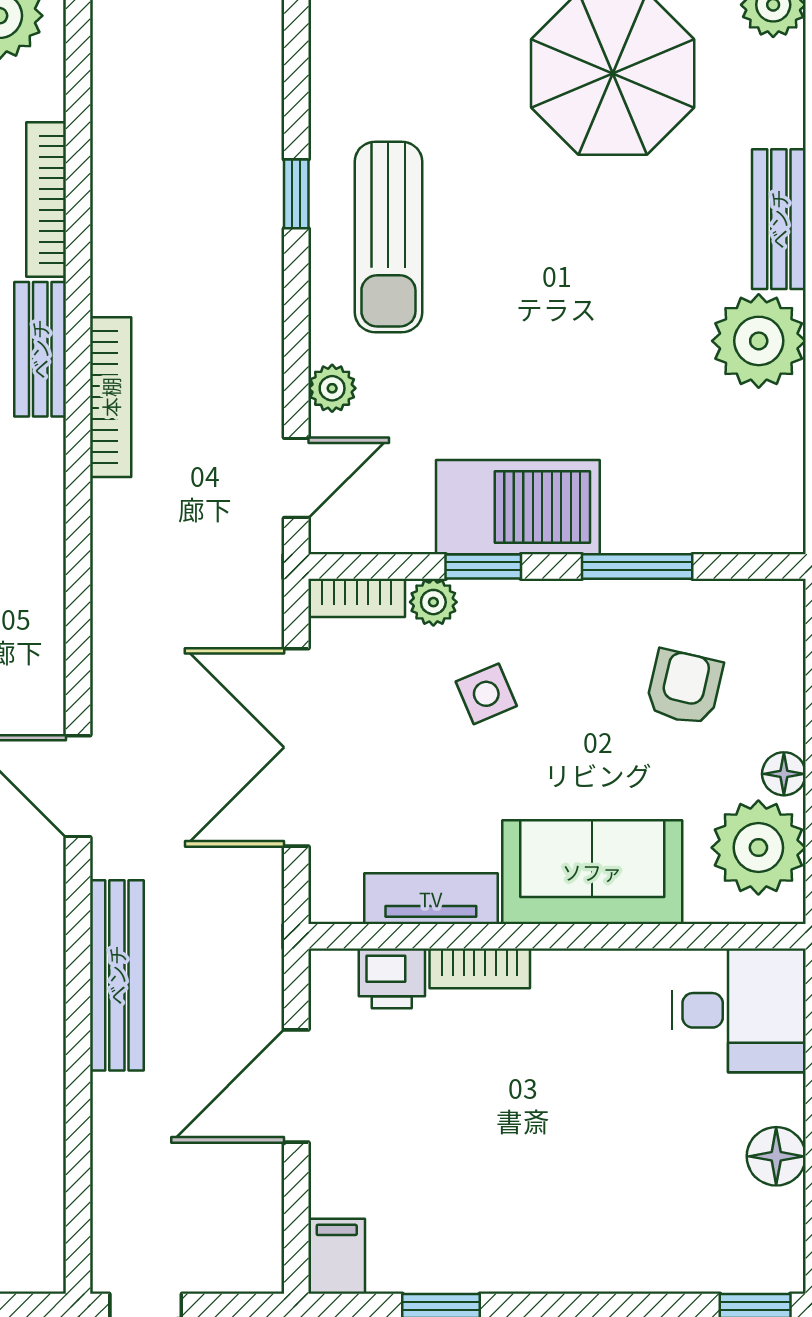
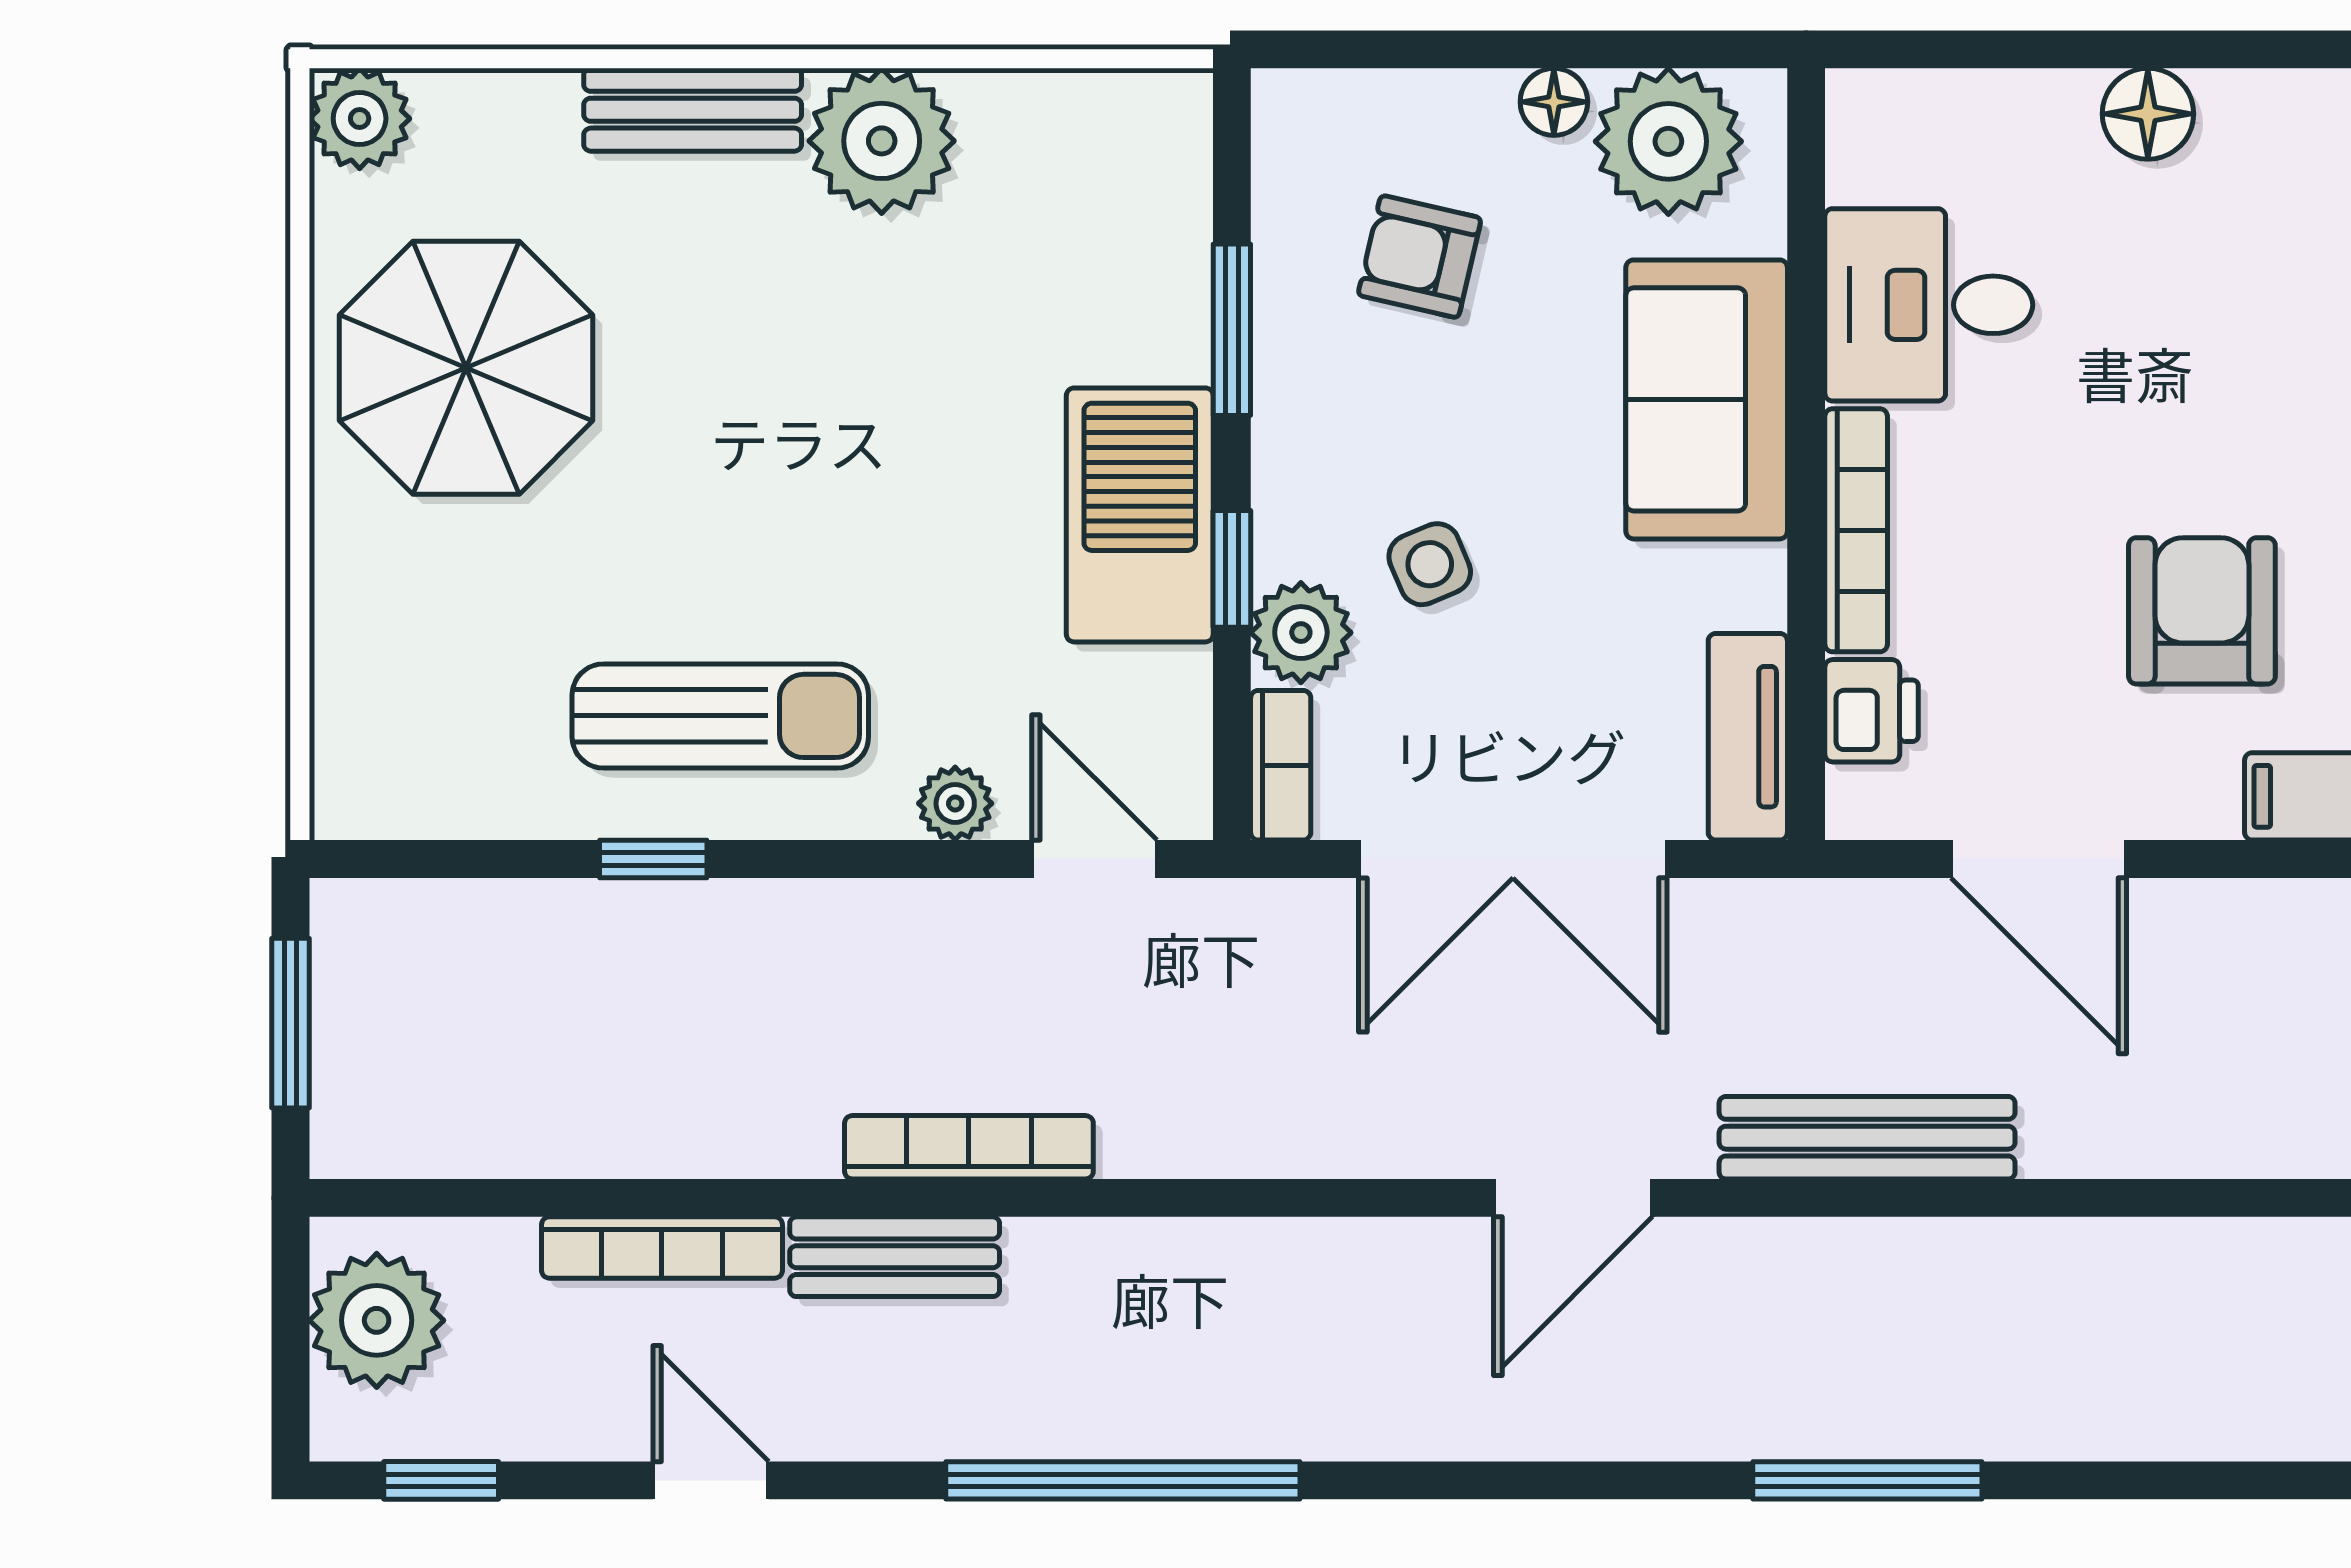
plant: (433, 602) -> (1301, 633), width x1.38, depth x1.38
tv unit: (431, 899) -> (1748, 737), moved
bookcase: (480, 968) -> (1856, 530), width x1.56
desk: (739, 1010) -> (1929, 305), moved, turned -90
armchair: (456, 1191) -> (2202, 611), added

